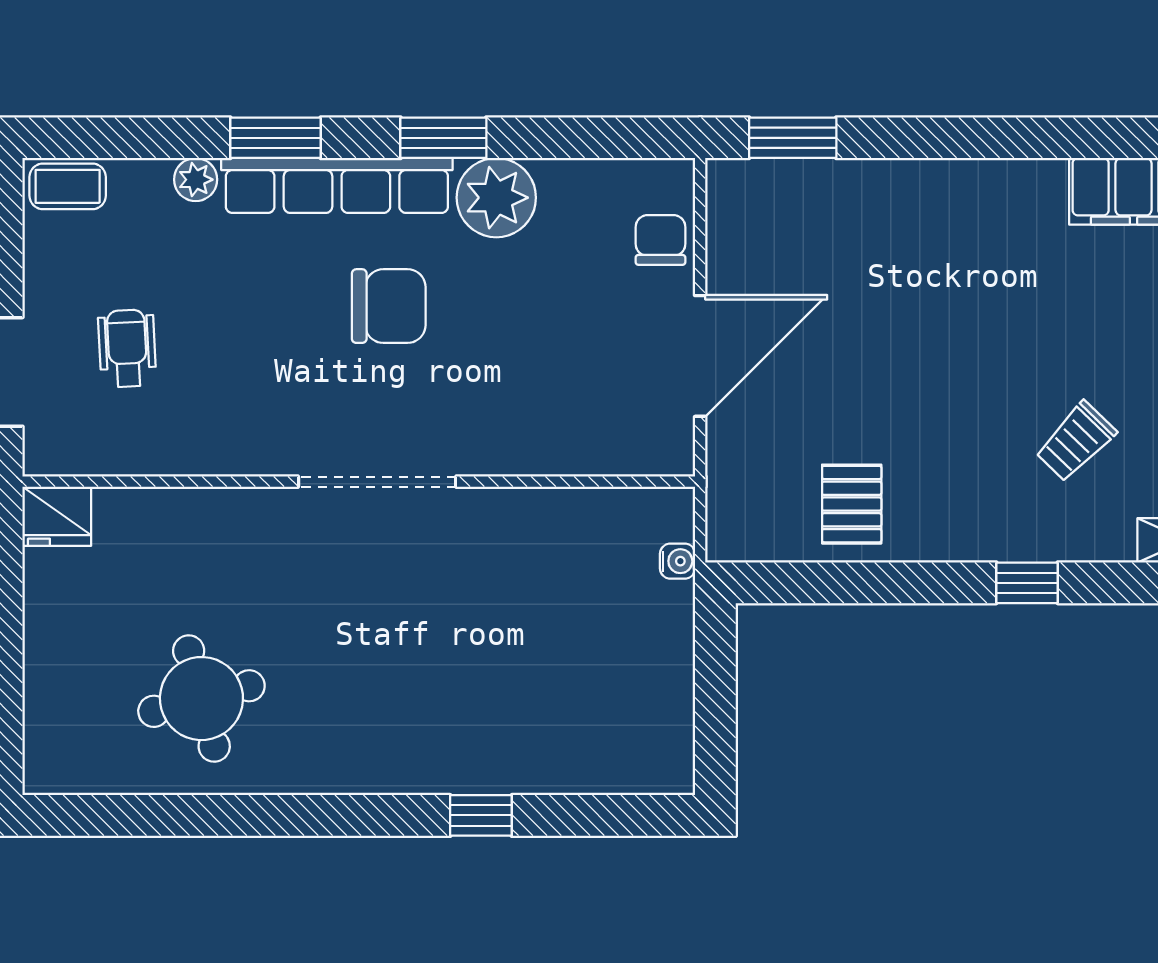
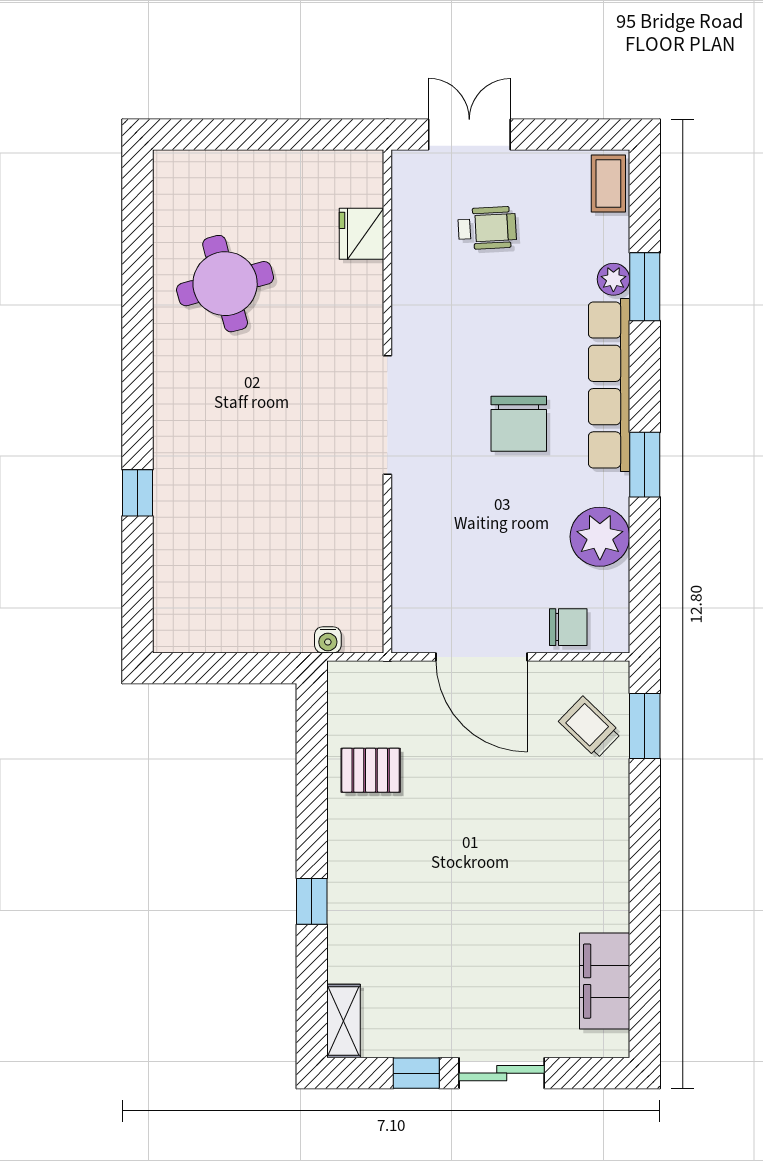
window: (276, 138) -> (645, 287), moved
plant: (496, 198) -> (600, 537), moved
trolley: (1076, 442) -> (590, 727), moved
fridge: (57, 516) -> (361, 234), moved

